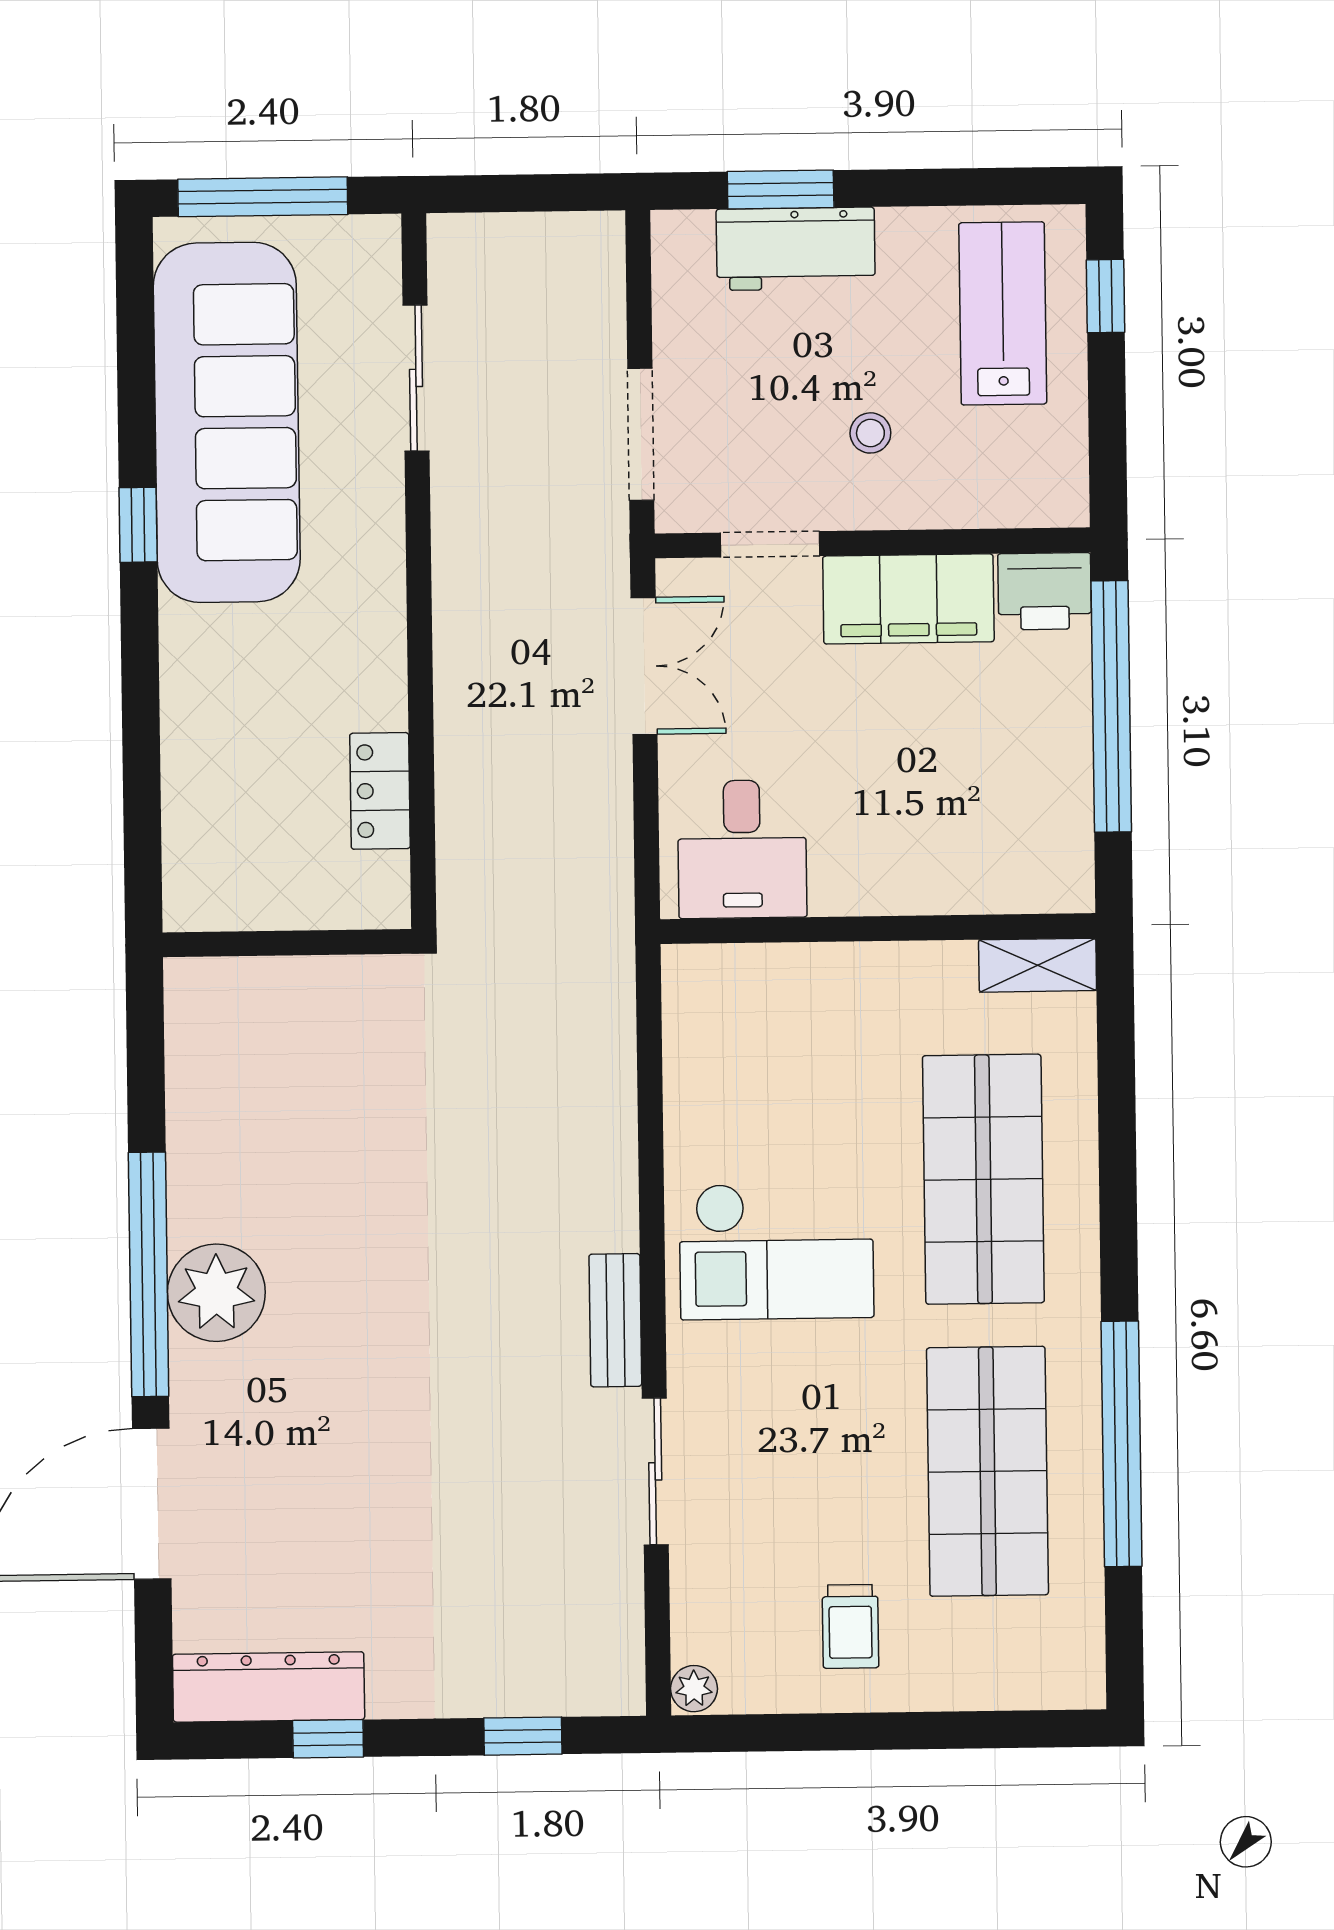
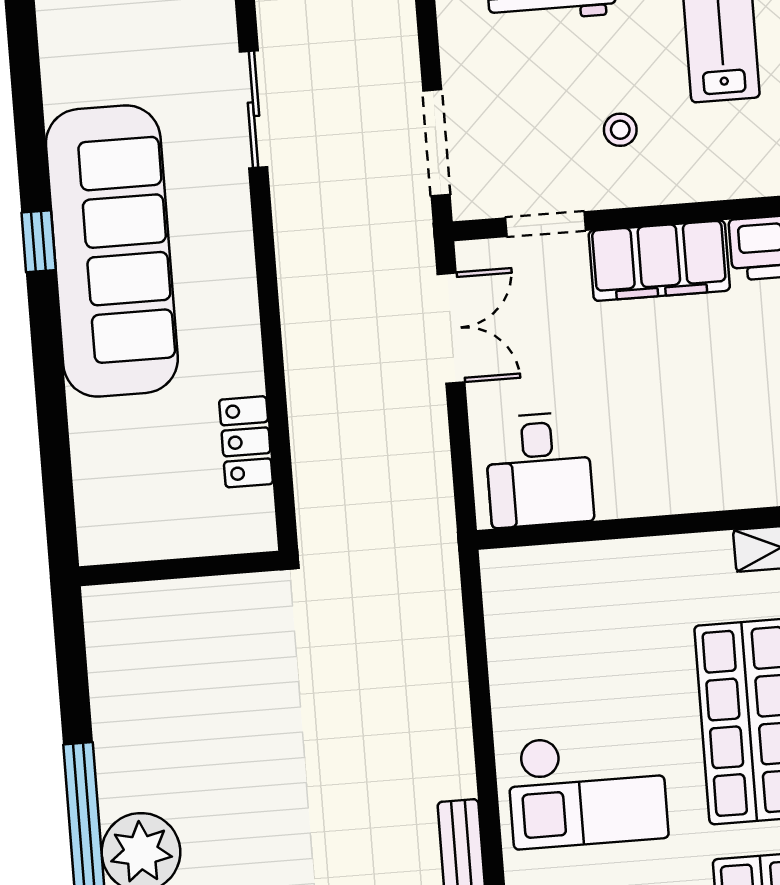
sofa: (227, 422) -> (112, 251), moved

